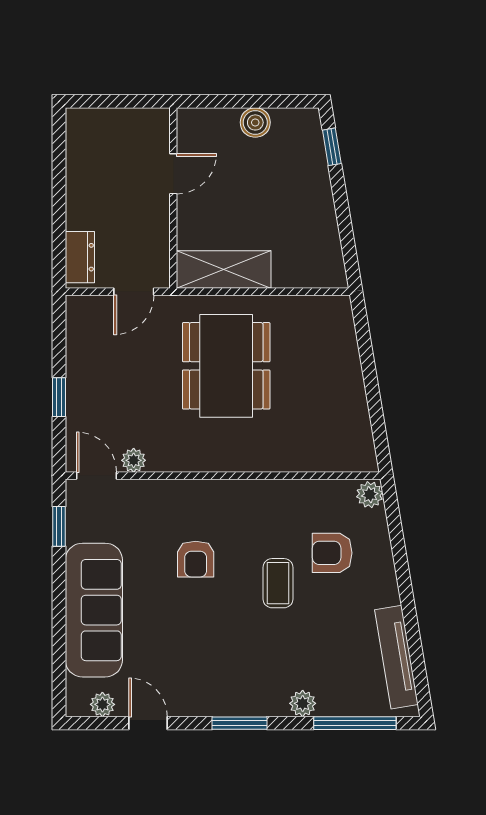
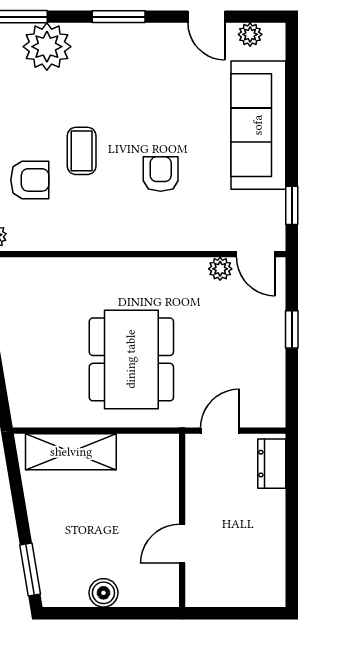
window: (332, 147) -> (30, 570), width x1.50
shelving: (224, 270) -> (71, 452), moved
plant: (303, 703) -> (47, 47), width x1.88, depth x1.88

